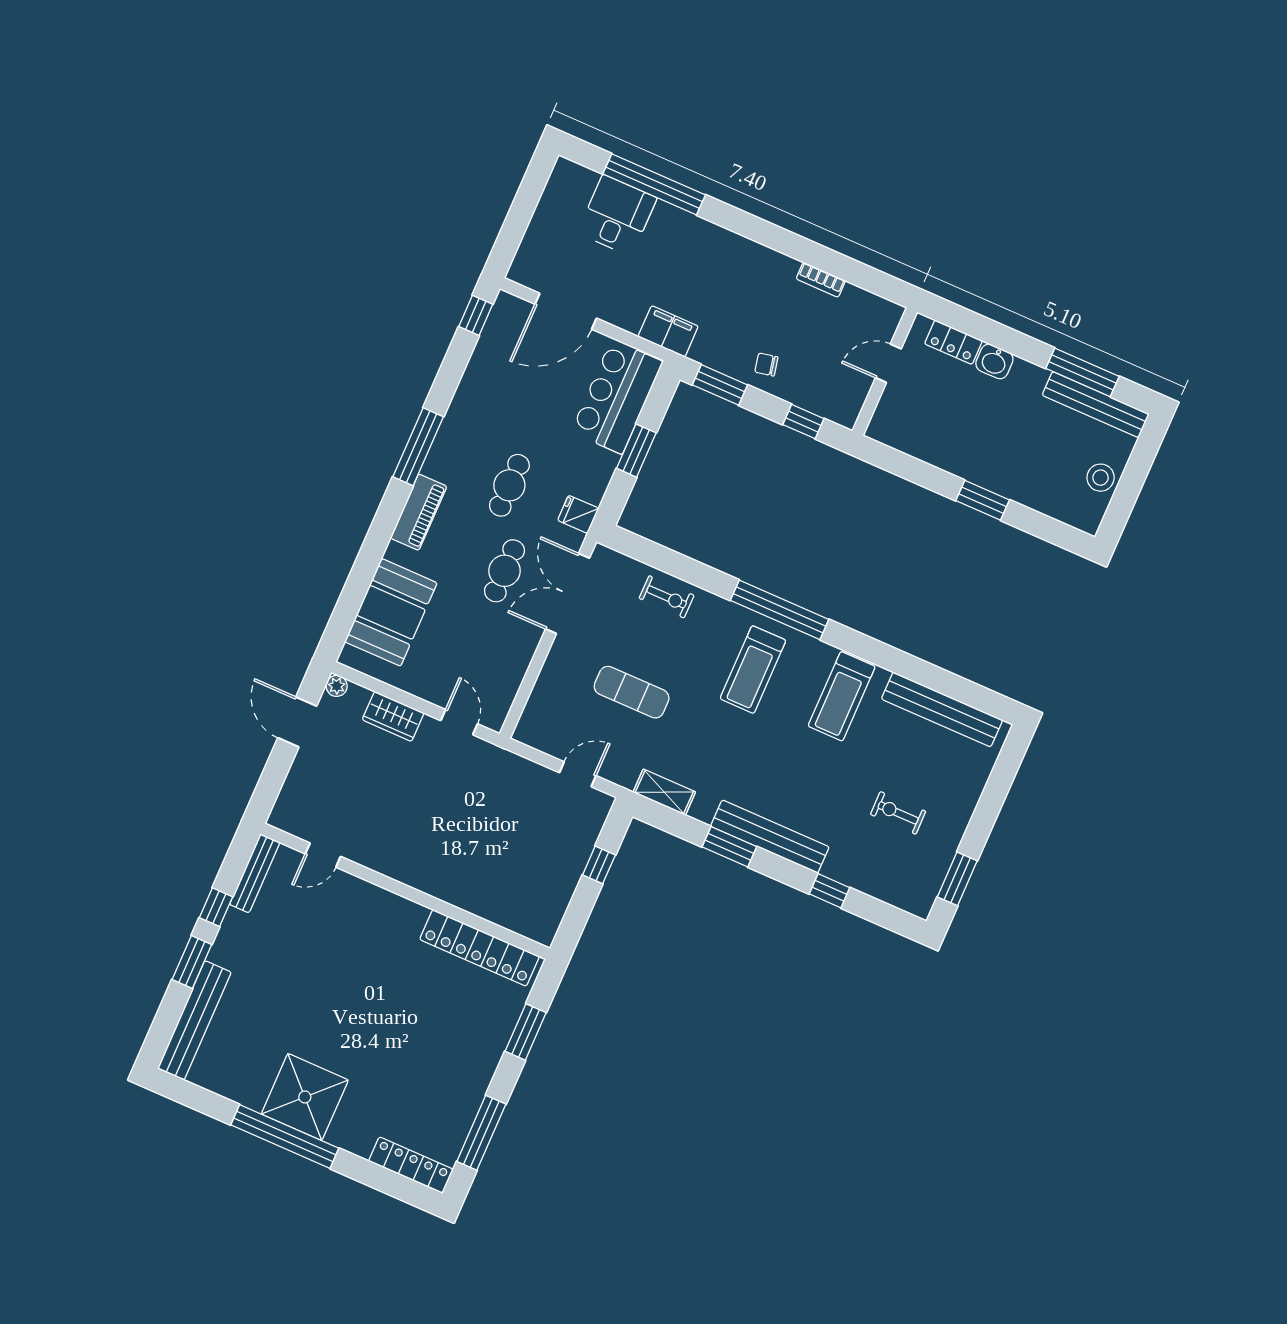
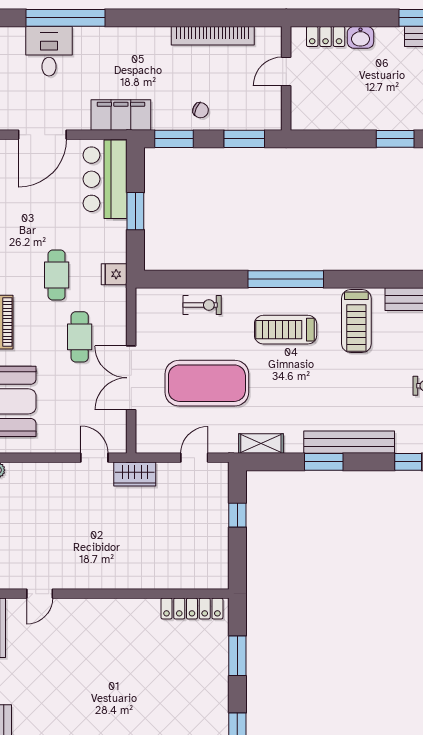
bookcase: (821, 280) -> (213, 36), width x2.31, depth x1.31
filing cabinet: (668, 331) -> (121, 115), width x1.50, depth x1.17
chair: (766, 365) -> (201, 110), turned -144
window: (803, 422) -> (244, 139), width x1.50
double door: (567, 594) -> (131, 378), moved
treadmill: (753, 670) -> (286, 330), turned 90
exercise mat: (632, 692) -> (207, 383), width x2.00, depth x1.45
wardrobe: (393, 716) -> (135, 474), moved
locker: (480, 948) -> (192, 609), width x0.71, depth x0.83

